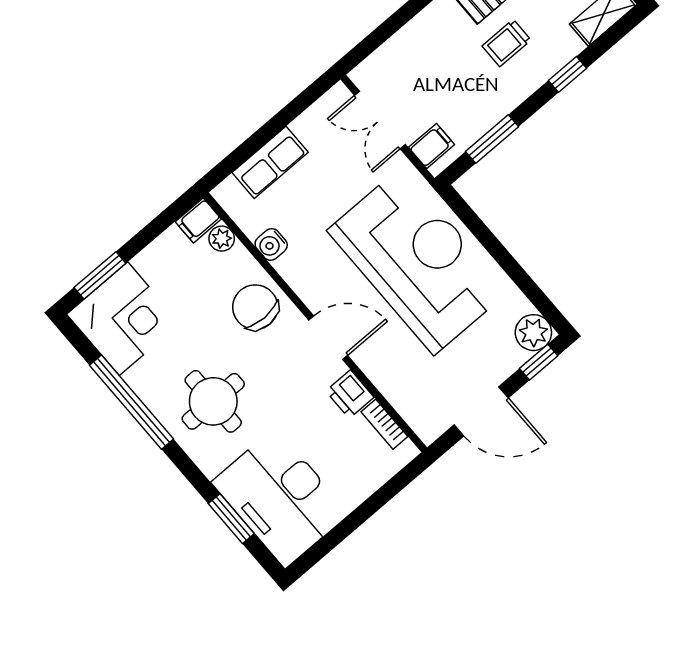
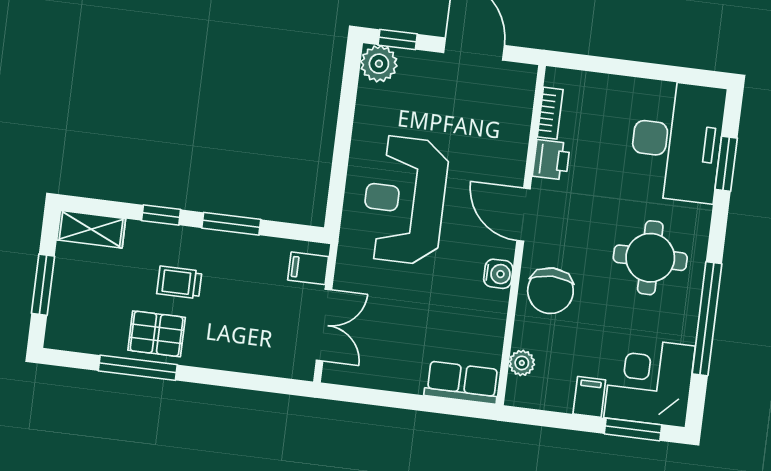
trolley: (506, 43) -> (179, 282), turned 180
window: (492, 139) -> (231, 224), moved
row of seats: (270, 162) -> (462, 383), moved
filing cabinet: (198, 220) -> (589, 397), moved, turned -90
water cooler: (271, 244) -> (498, 274), moved
reception desk: (418, 261) -> (404, 200), width x0.74, depth x0.77

